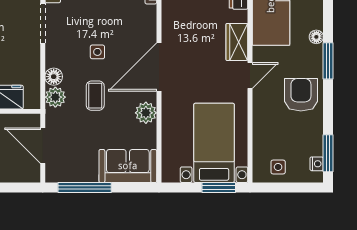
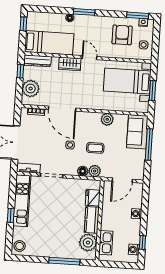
door: (159, 67) -> (62, 109), moved
armchair: (301, 95) -> (122, 35), moved, turned 90
window: (85, 188) -> (149, 144), moved
window: (219, 188) -> (152, 91), moved

